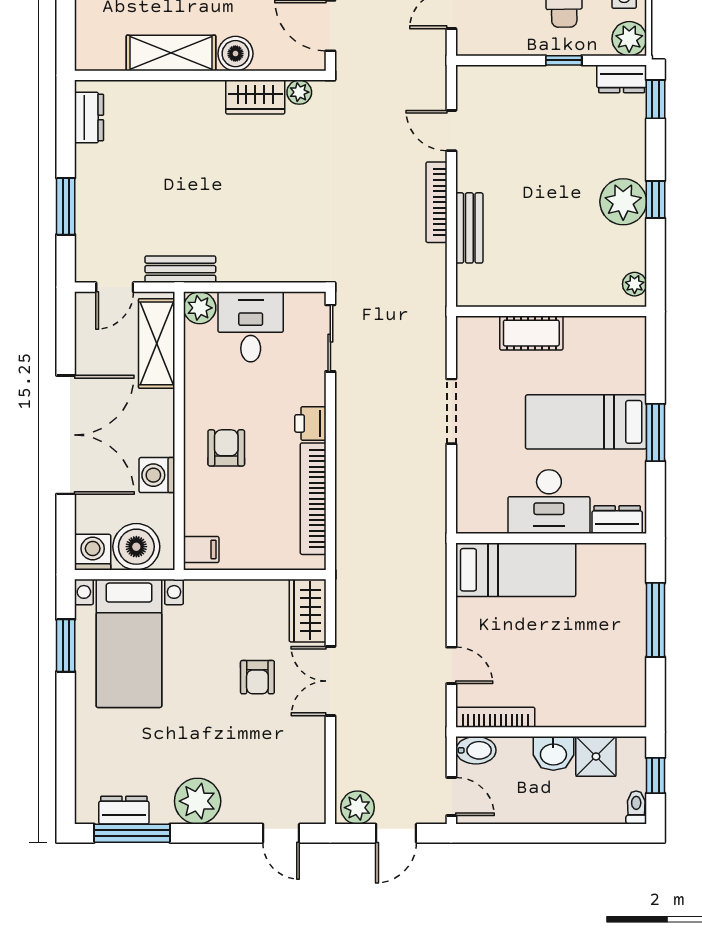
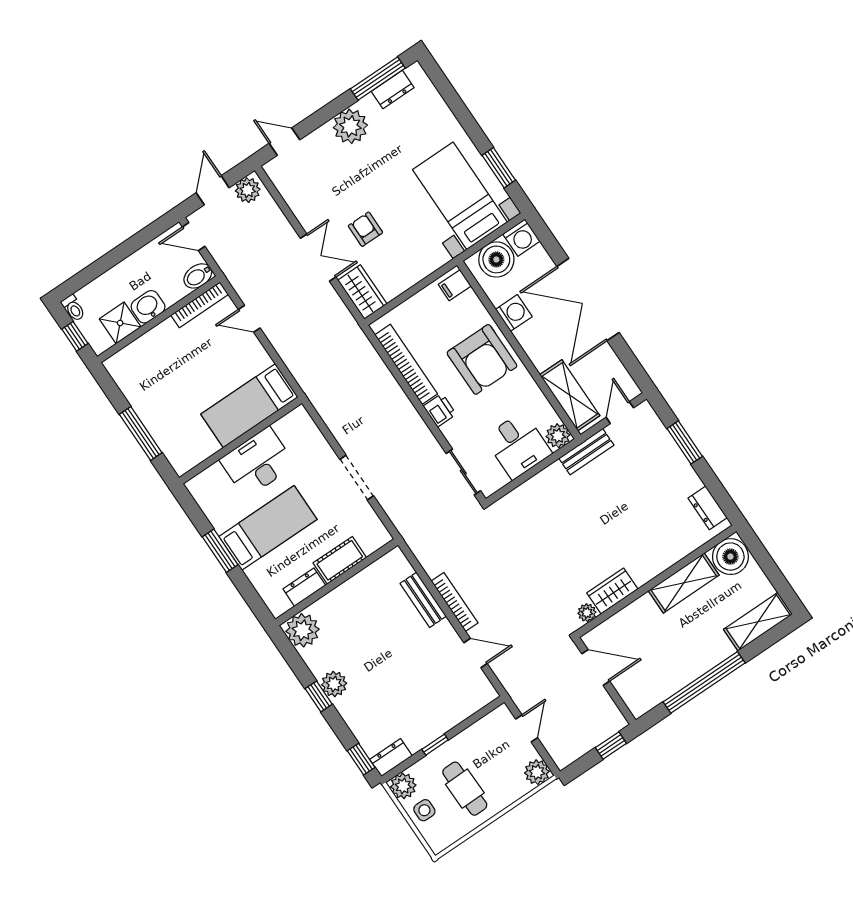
boiler: (235, 54) -> (730, 557), moved, width x1.37, depth x1.37
plant: (623, 202) -> (334, 684), width x0.73, depth x0.73
plant: (635, 284) -> (302, 630), width x1.88, depth x1.88
armchair: (226, 448) -> (482, 359), width x1.88, depth x1.88
dresser: (617, 520) -> (304, 587), moved, turned 180

